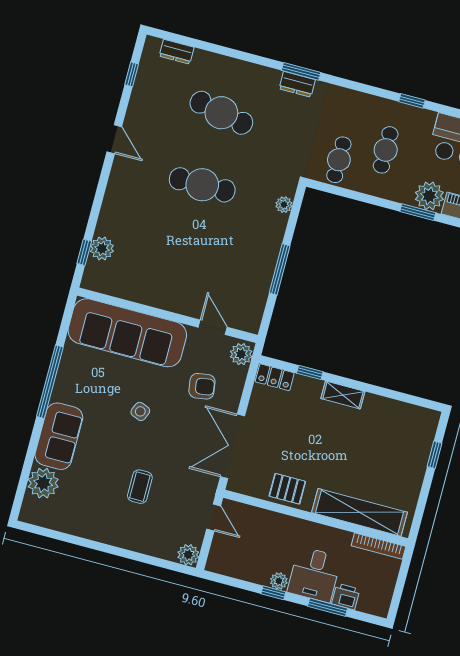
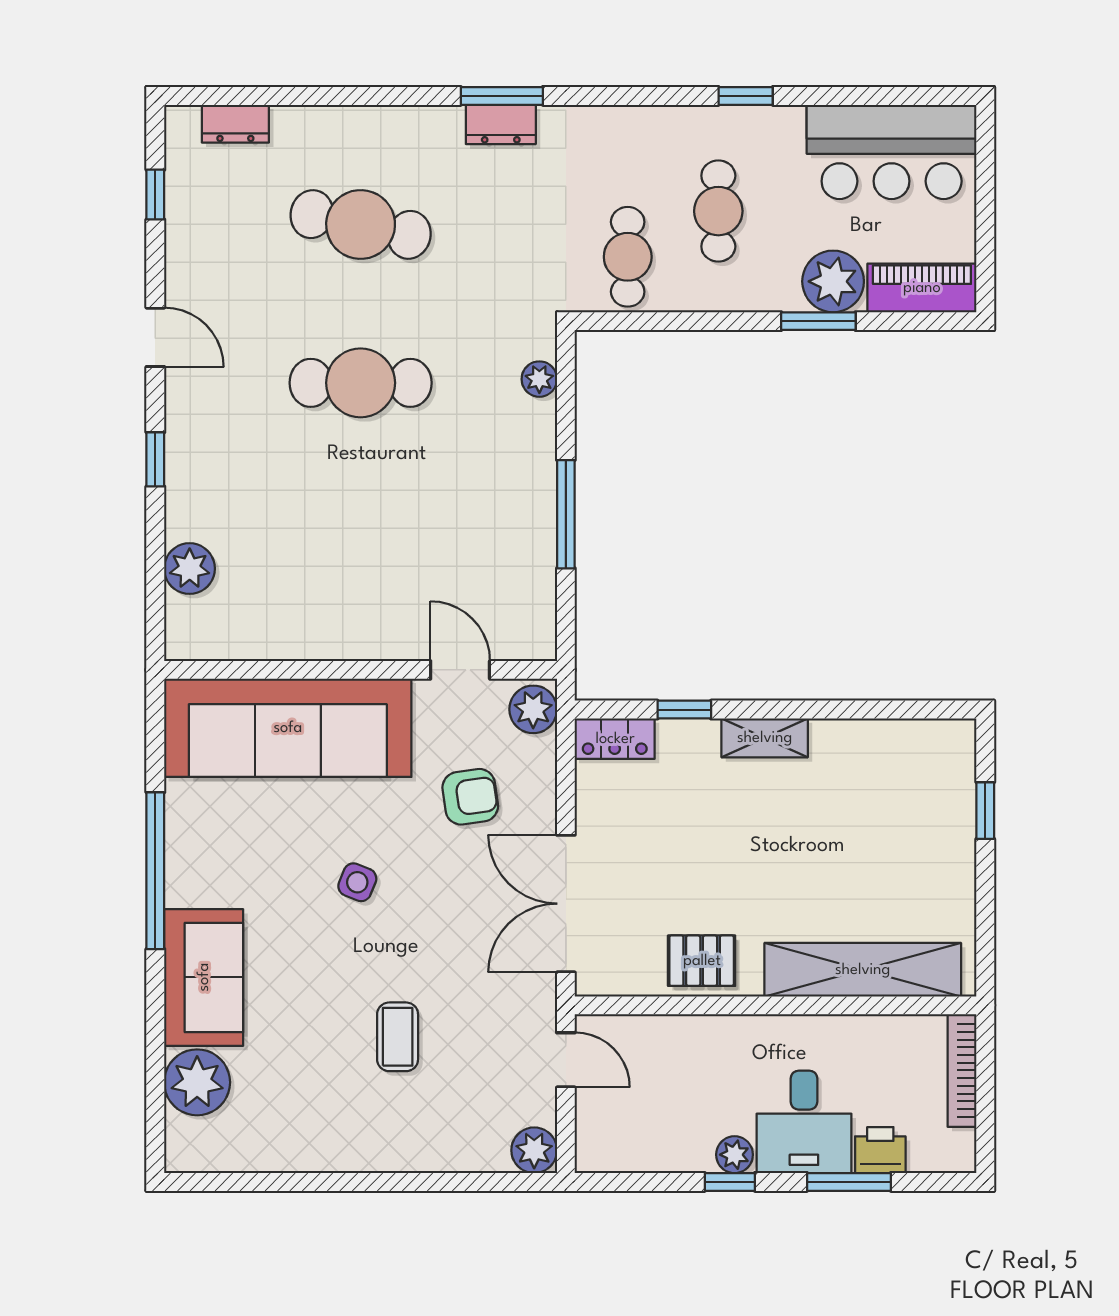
window: (84, 252) -> (155, 459), moved
bookcase: (378, 546) -> (962, 1070), moved, turned 90

